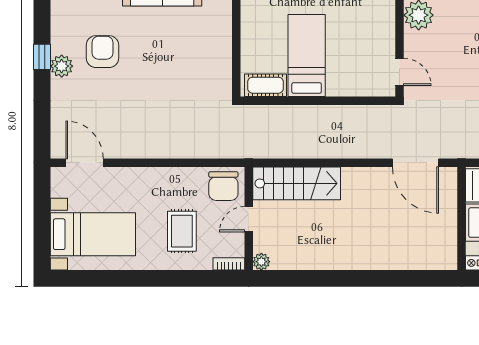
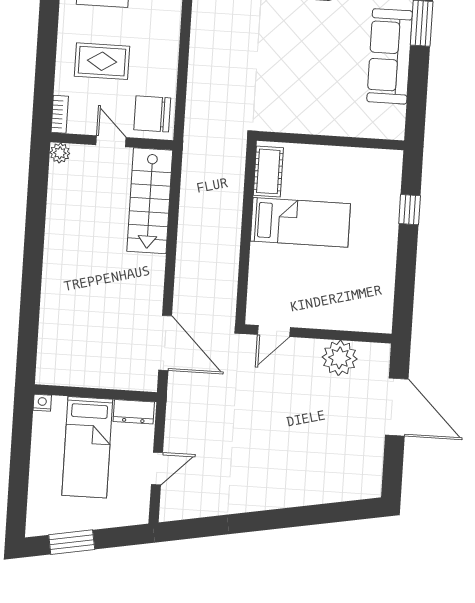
door: (415, 163) -> (165, 343), swing flipped

